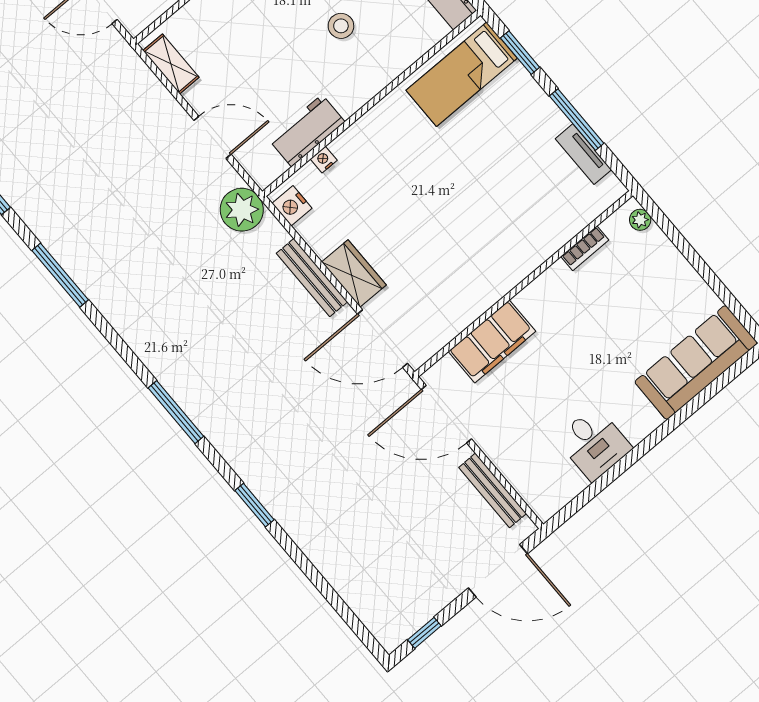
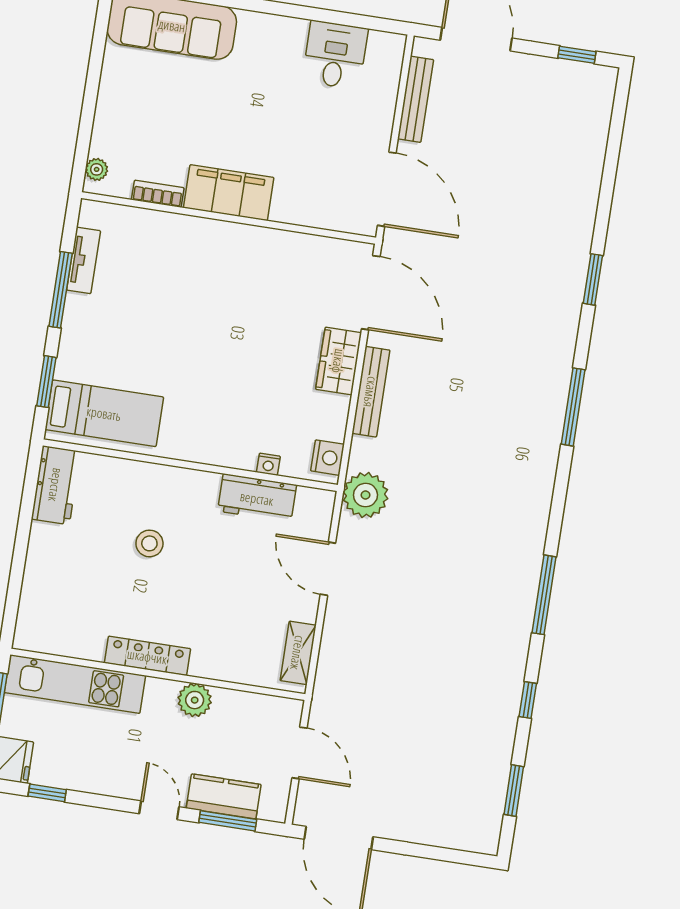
filing cabinet: (492, 341) -> (229, 193), moved
desk: (594, 444) -> (335, 55), moved

